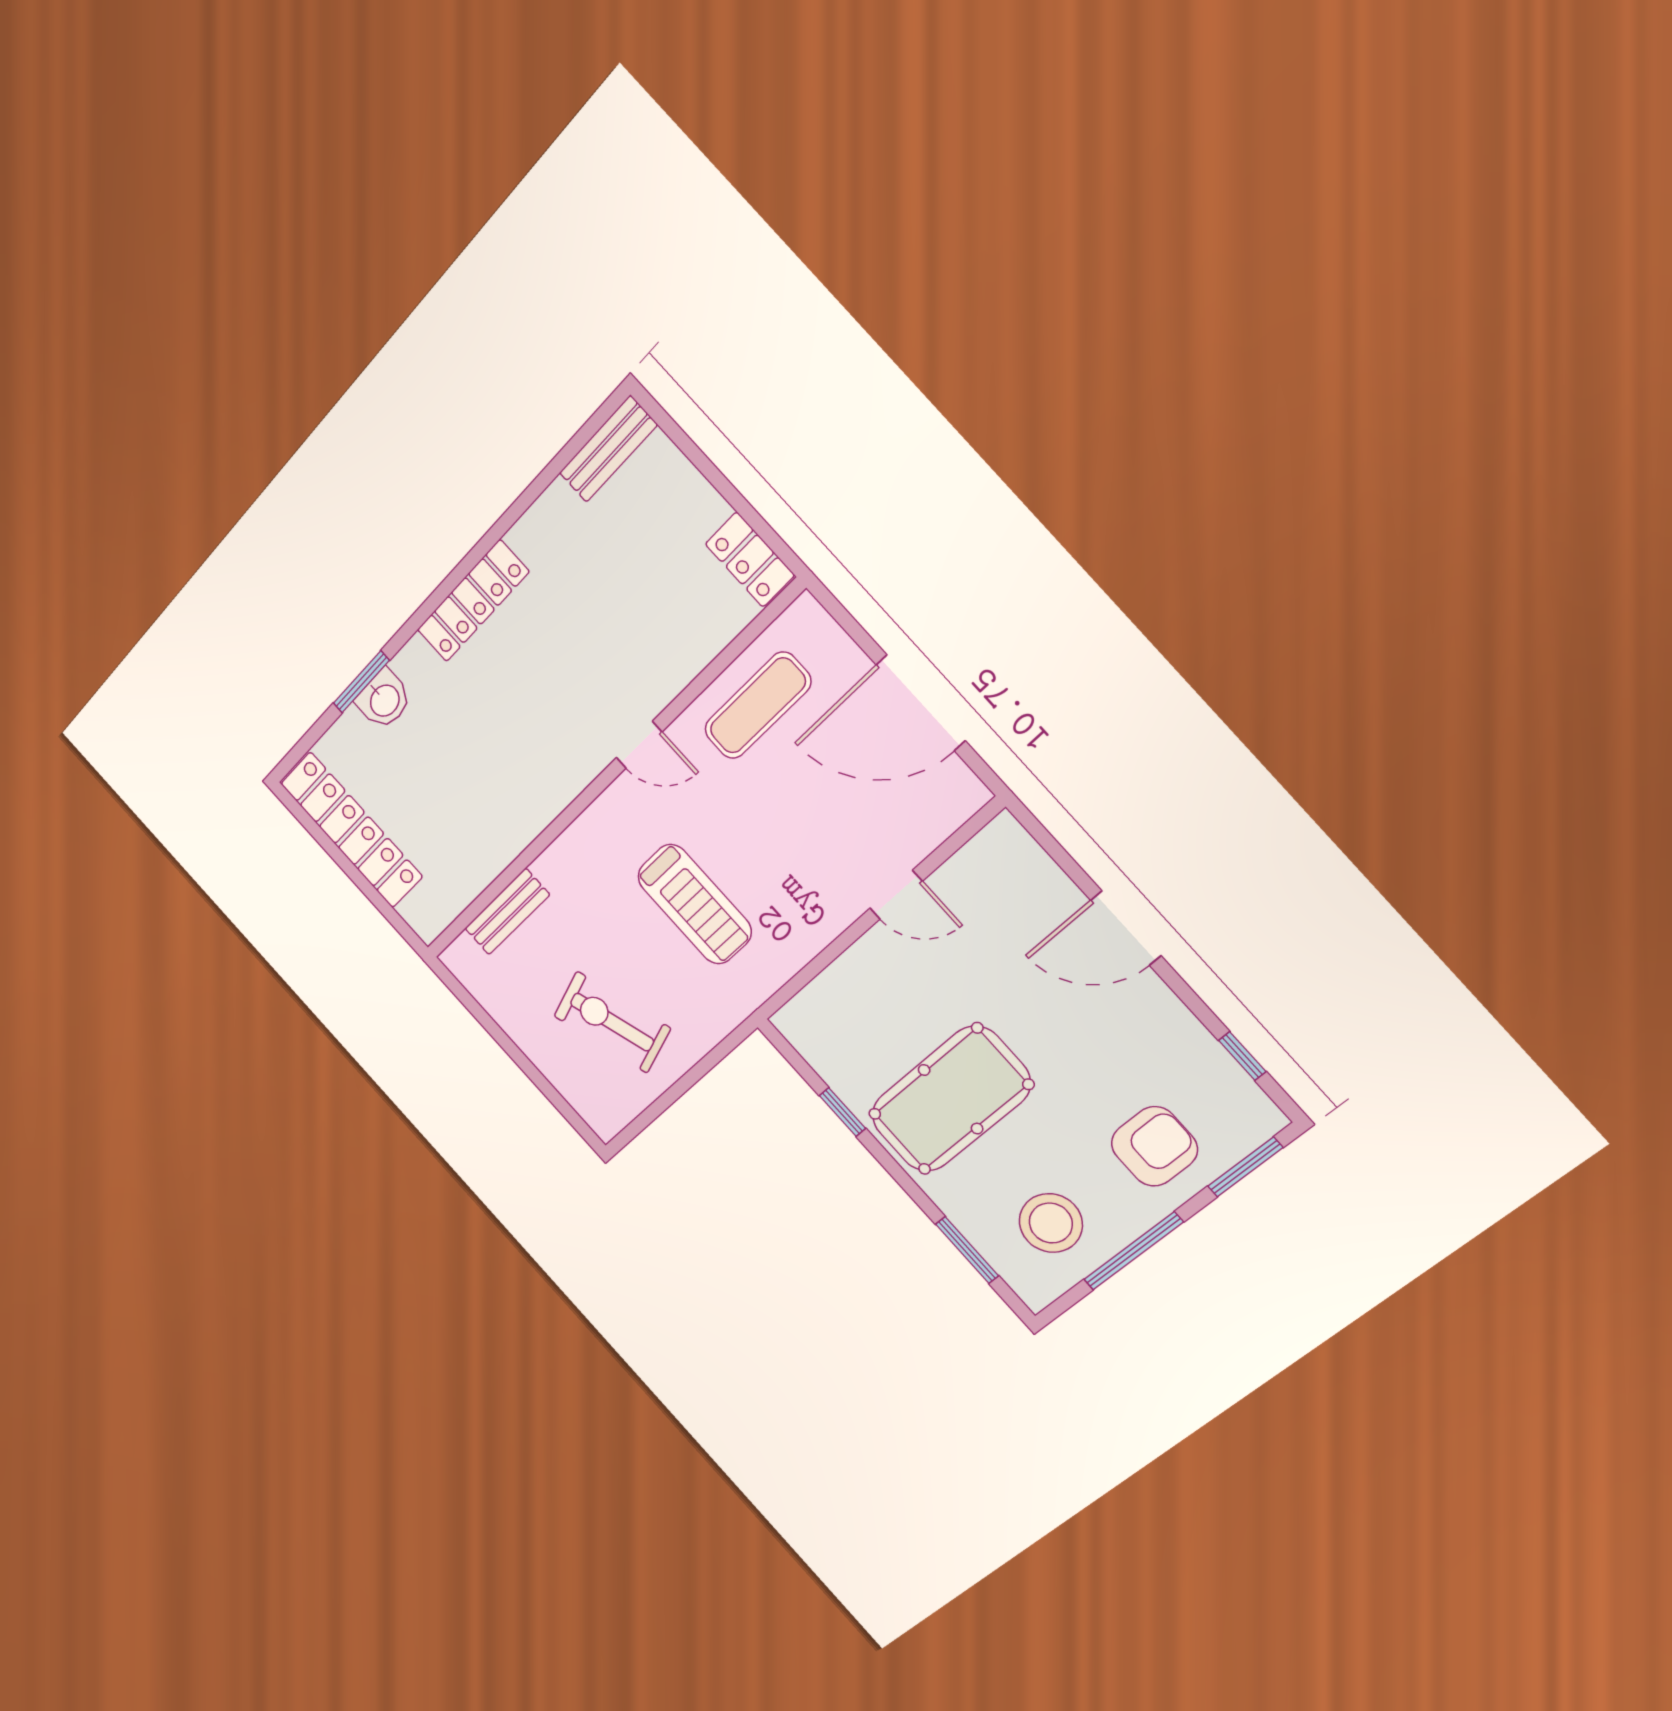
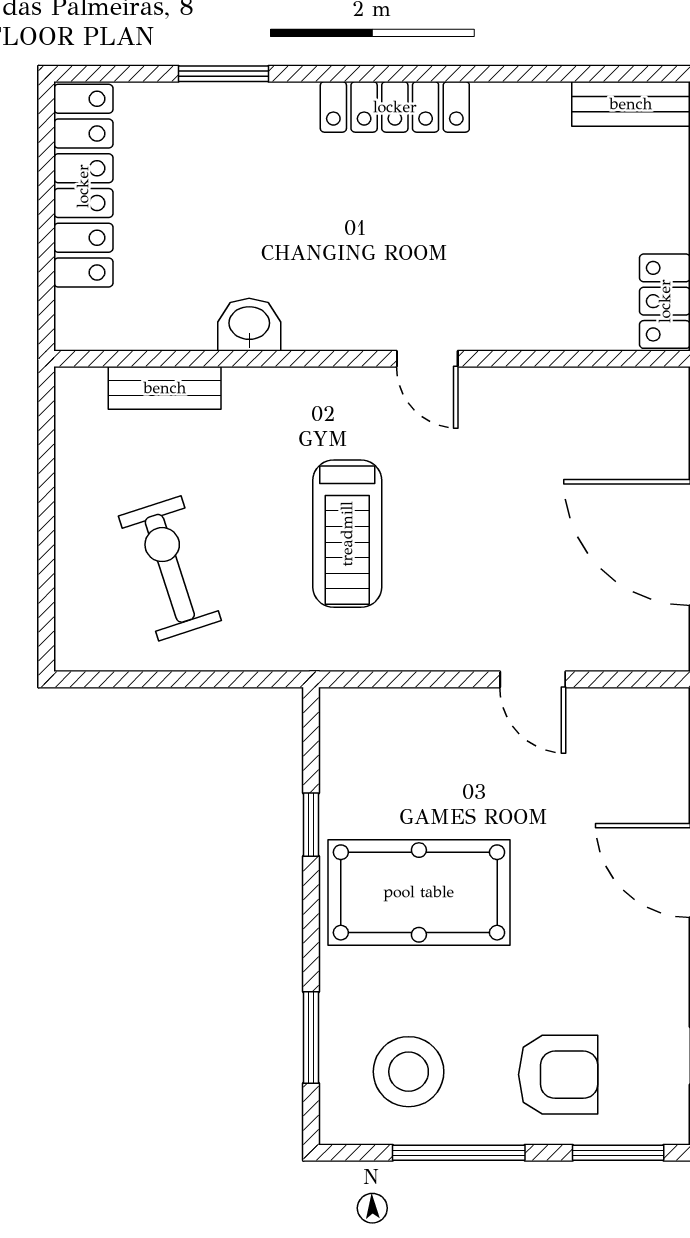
washbasin: (384, 700) -> (249, 325), moved, turned 180
exercise mat: (758, 706) -> (561, 421), removed

